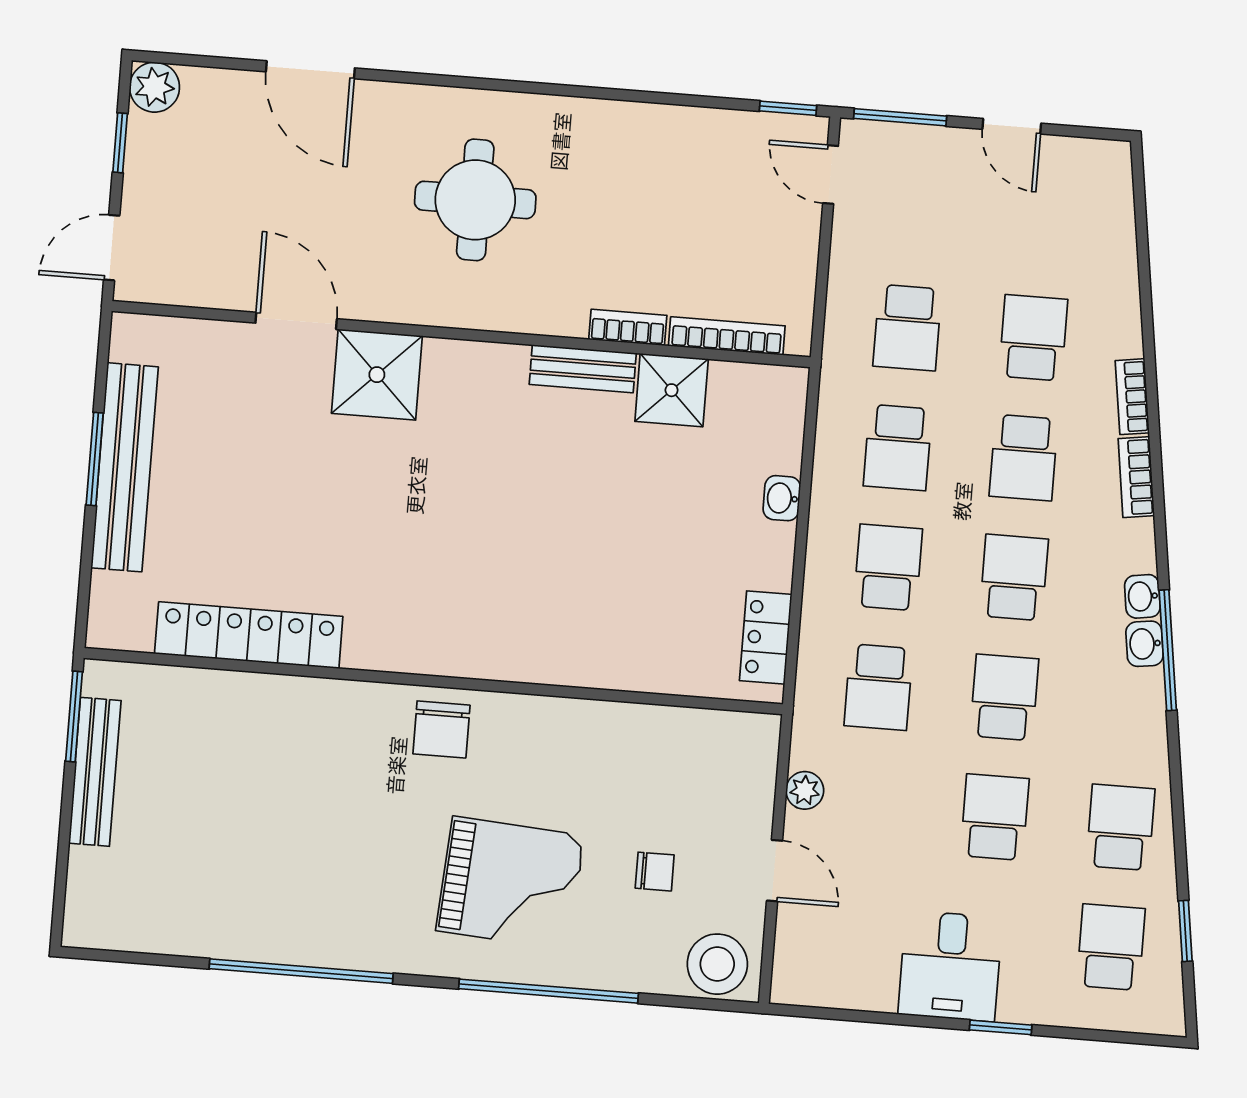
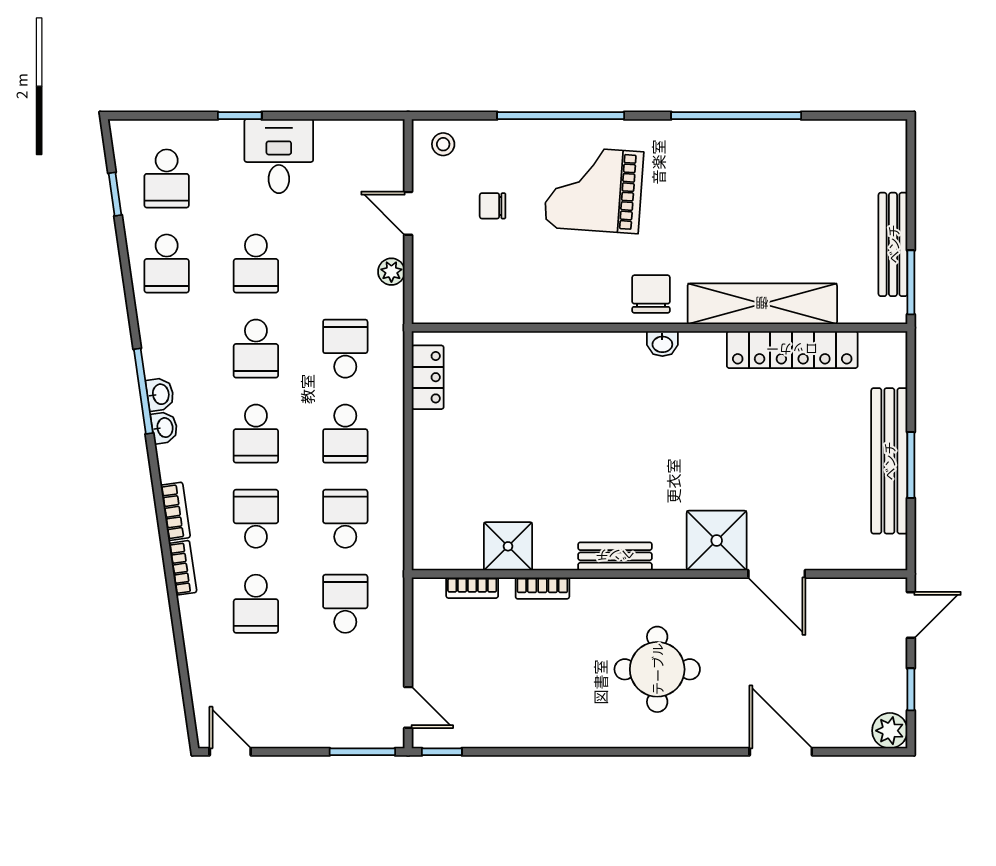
door: (1012, 126) -> (230, 752), moved
bookcase: (727, 336) -> (472, 588), width x0.64
bench: (583, 369) -> (615, 556), moved
washbasin: (782, 498) -> (662, 344), moved, turned 90
shelving: (286, 703) -> (762, 304), added
stool: (717, 964) -> (443, 144), width x0.53, depth x0.53

